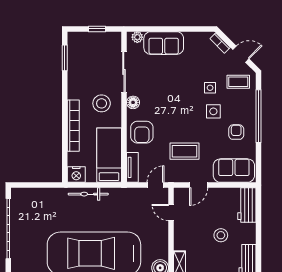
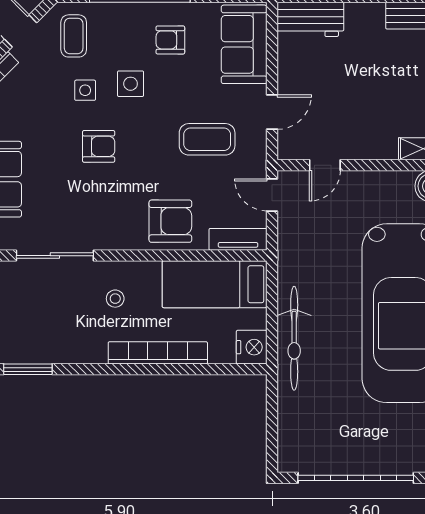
armchair: (181, 95) -> (99, 146), added
floor lamp: (133, 102) -> (113, 238), removed
stool: (102, 103) -> (115, 299), width x0.53, depth x0.53
coffee table: (184, 151) -> (207, 139), turned 90
door: (199, 185) -> (272, 112), hinge flipped
bicycle: (88, 194) -> (294, 338), width x1.37, depth x1.40
stool: (221, 235) -> (368, 69), removed

